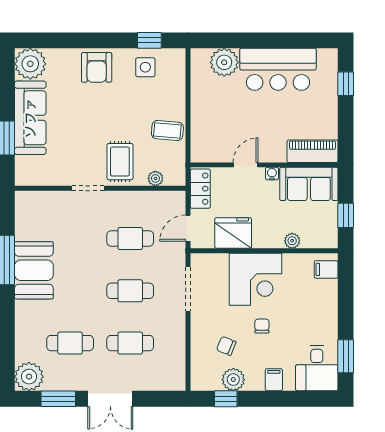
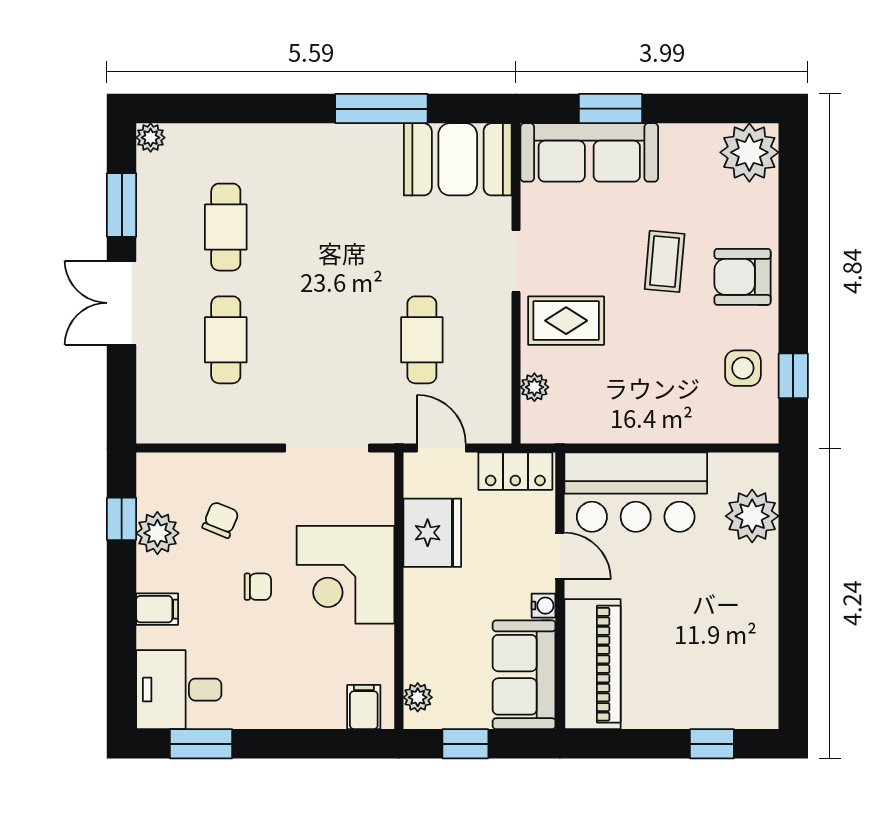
bar counter: (278, 69) -> (636, 492), moved, turned -90
sofa: (30, 118) -> (589, 152), moved
coffee table: (167, 130) -> (665, 261), moved
piano: (313, 151) -> (592, 664), width x1.37, depth x1.33
plant: (292, 241) -> (418, 697), moved
booth: (34, 270) -> (458, 159), moved
cafe table: (130, 291) -> (324, 340), removed
plant: (29, 377) -> (151, 138), width x0.53, depth x0.53

